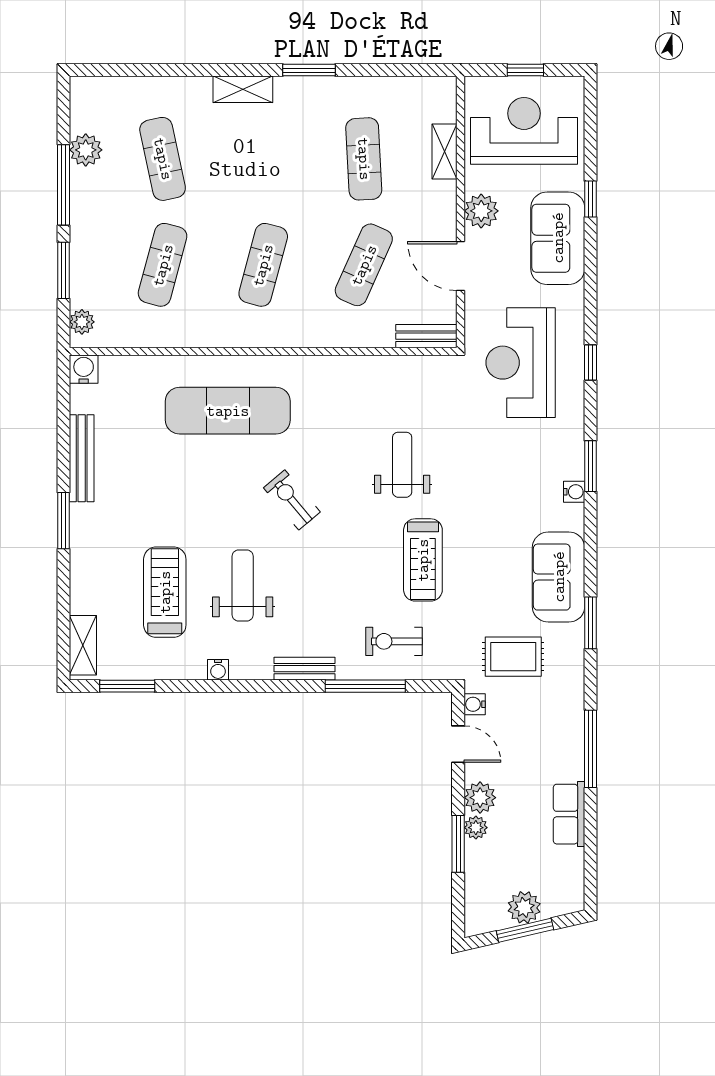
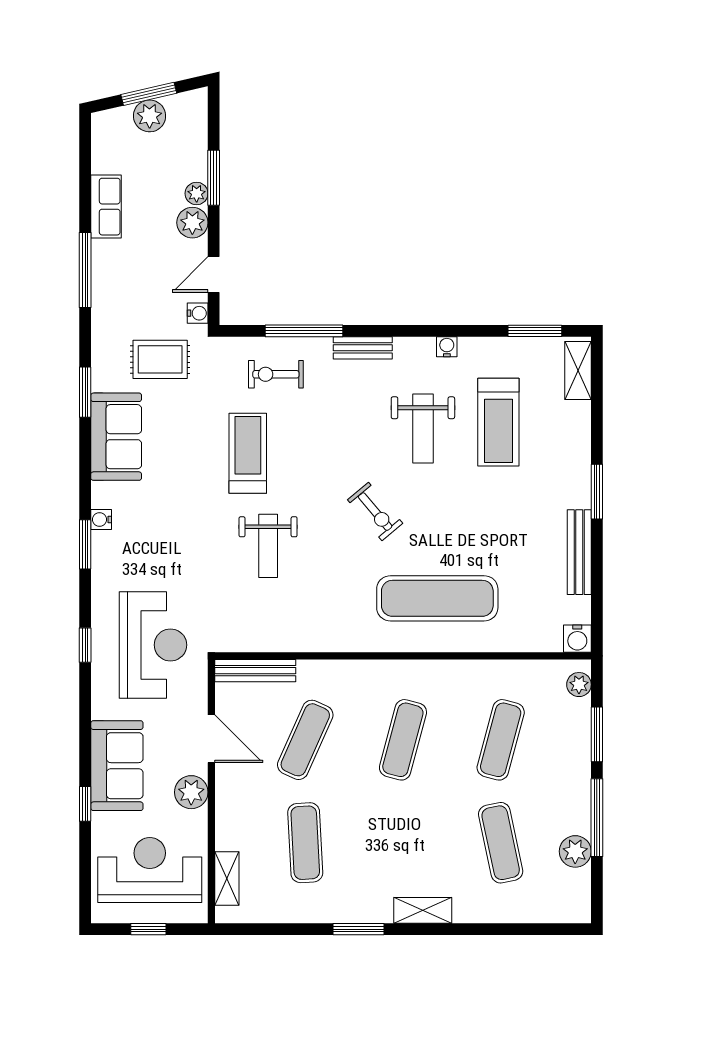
reception desk: (524, 131) -> (150, 870), turned 180
shelving: (445, 152) -> (227, 879), moved
bench: (426, 336) -> (255, 671), width x1.36
exercise bike: (394, 641) -> (276, 374), turned 180
door: (458, 744) -> (214, 275), hinge flipped

